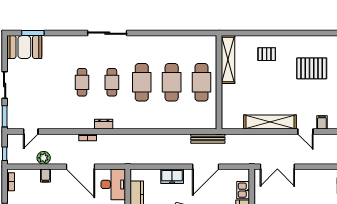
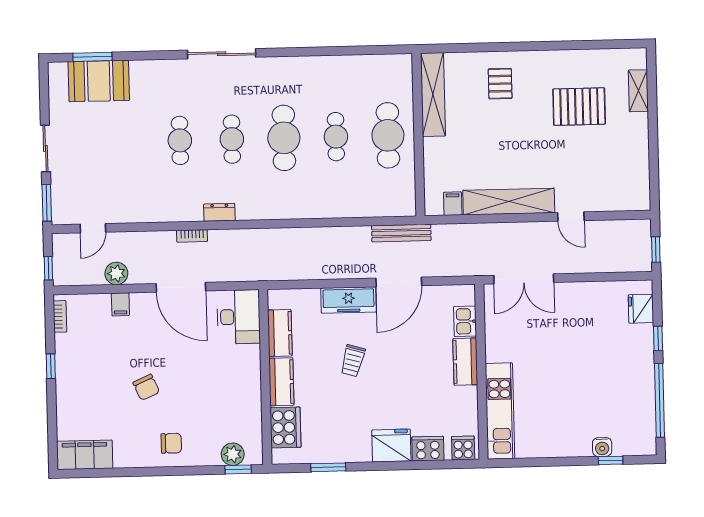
booth: (24, 47) -> (99, 81), moved
pallet: (267, 54) -> (500, 84), turned 90
cafe table: (172, 82) -> (336, 137), width x0.73, depth x0.74
filing cabinet: (322, 122) -> (453, 204), moved
freezer: (172, 176) -> (349, 300), width x1.40

